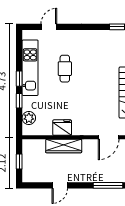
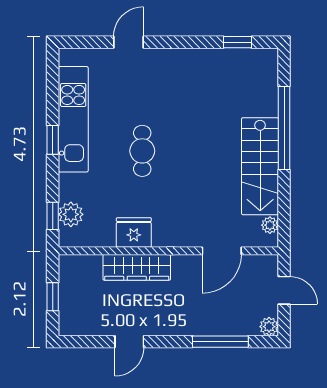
door: (49, 27) -> (128, 42), moved
cafe table: (65, 69) -> (142, 151), moved
window: (19, 101) -> (53, 216), moved

